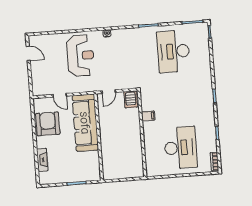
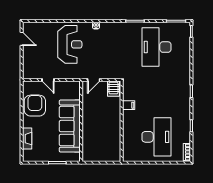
sofa: (85, 123) -> (70, 126), moved

